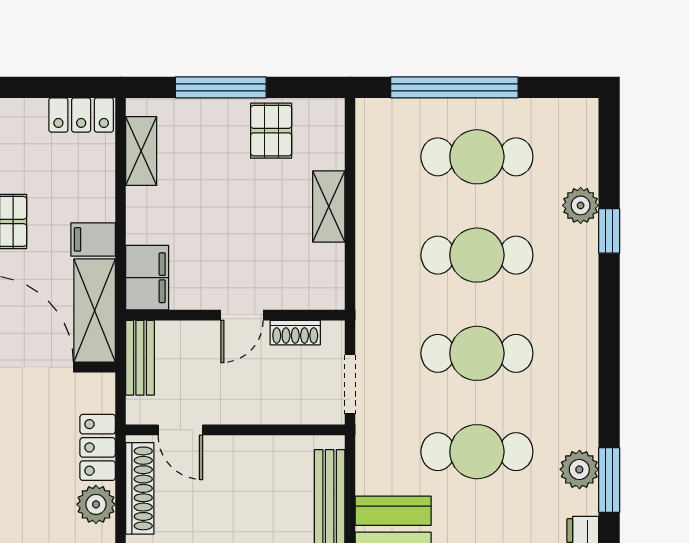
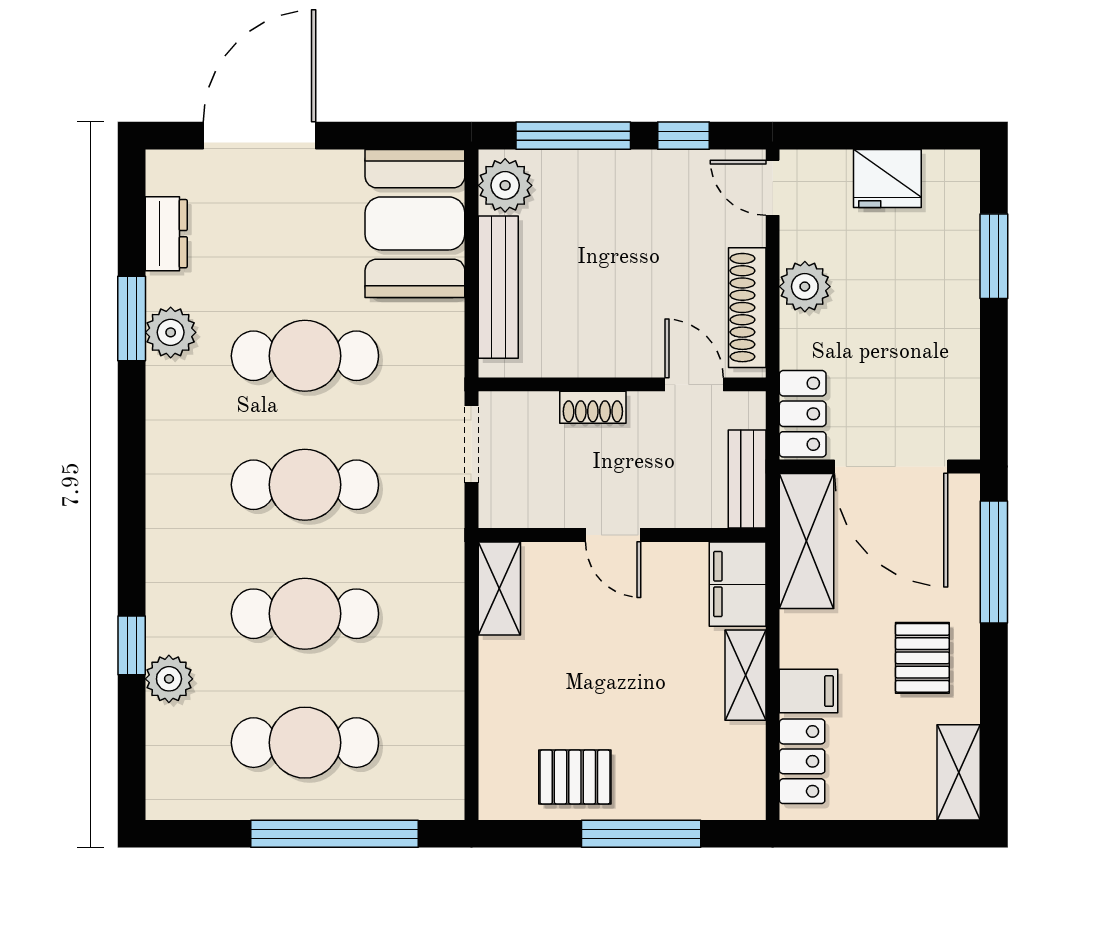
locker: (81, 115) -> (802, 761), moved, turned 90
pallet: (271, 131) -> (575, 777), turned 90
shelving: (141, 151) -> (745, 675), moved
shelving: (329, 207) -> (499, 588), moved
filing cabinet: (93, 239) -> (809, 691), moved
door: (242, 315) -> (613, 535), swing flipped
shoe rack: (295, 333) -> (593, 407), moved, turned 180
locker: (98, 447) -> (803, 414), moved

